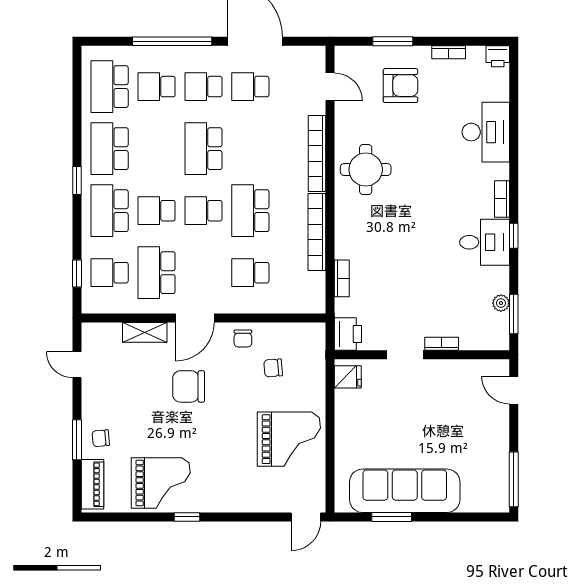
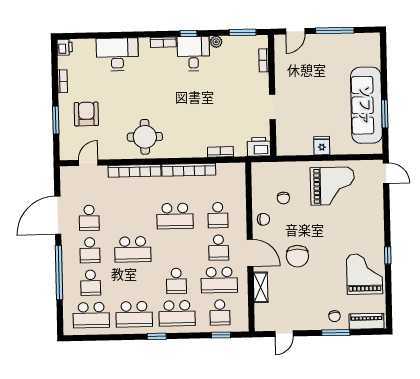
school desk: (203, 211) -> (219, 248), moved
plant: (501, 303) -> (216, 42), moved
bookcase: (442, 344) -> (264, 60), moved
fridge: (348, 377) -> (322, 146), moved
grand piano: (289, 439) -> (332, 186), turned 90
window: (514, 479) -> (335, 30), moved

